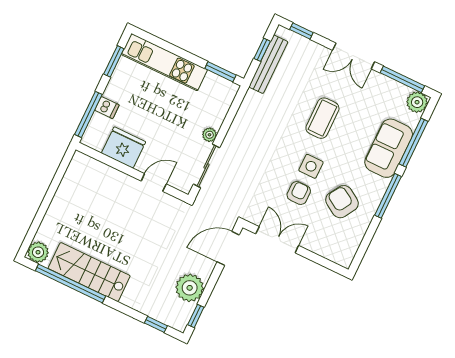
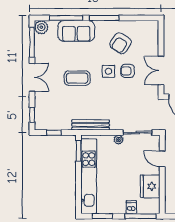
kitchen unit: (164, 62) -> (89, 176), width x1.36
bench: (268, 64) -> (90, 125), moved

